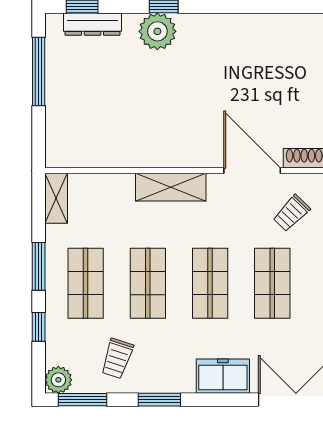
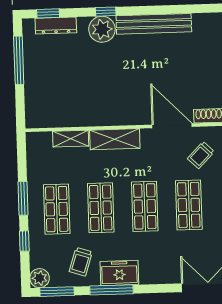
bench: (231, 26) -> (154, 24), added
shelving: (56, 198) -> (71, 139), moved, turned 90
freezer: (223, 376) -> (119, 273), moved
window: (159, 400) -> (111, 290), width x1.44

